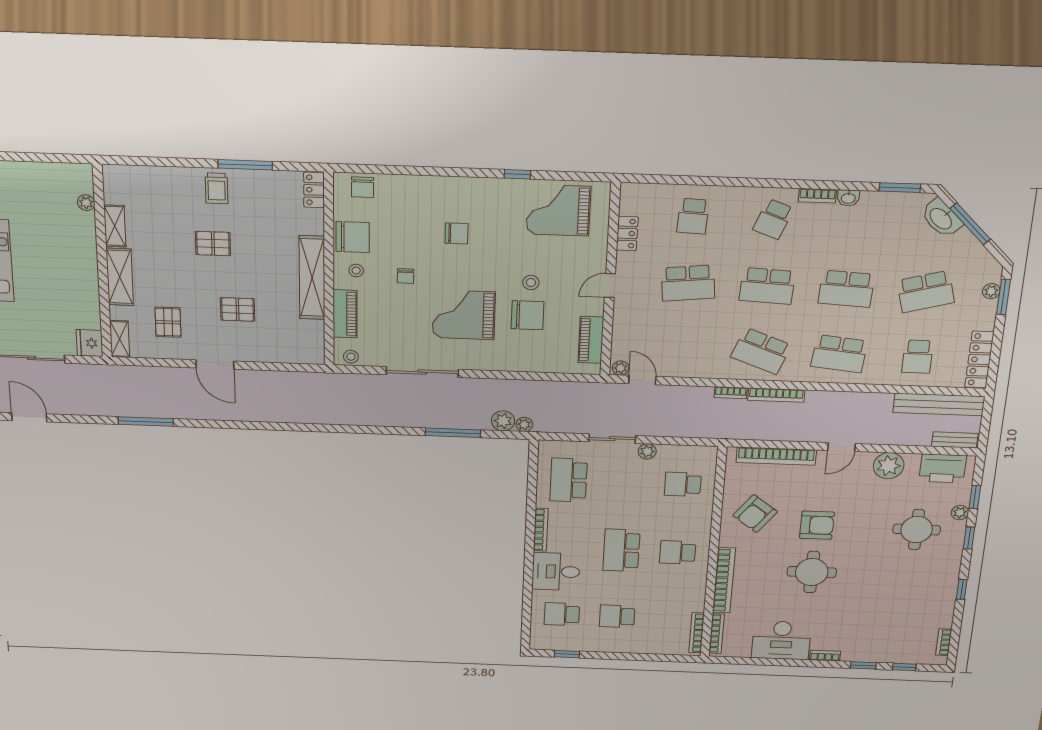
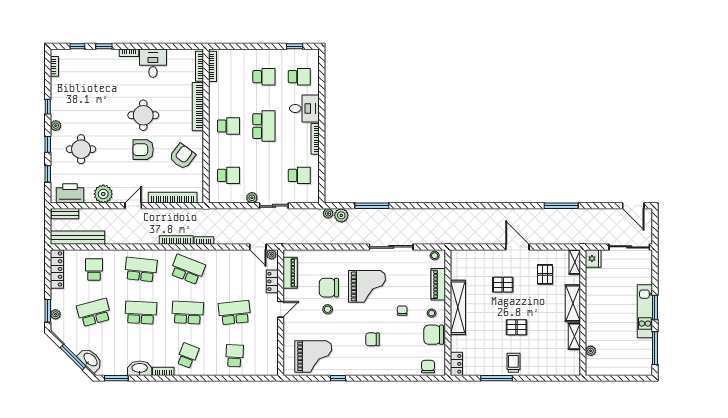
washbasin: (848, 198) -> (140, 368), width x1.91, depth x1.45
locker: (627, 233) -> (272, 281), moved
school desk: (569, 480) -> (299, 175), width x0.54
plant: (960, 513) -> (56, 126), moved
desk: (781, 640) -> (153, 63), width x0.73

